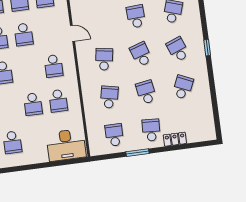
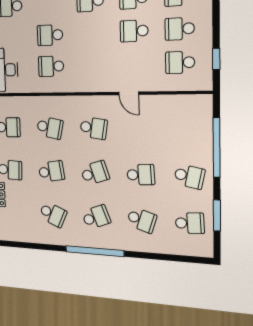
door: (72, 33) -> (129, 93), hinge flipped
window: (207, 48) -> (95, 251), width x3.17
school desk: (54, 66) -> (92, 65), removed

